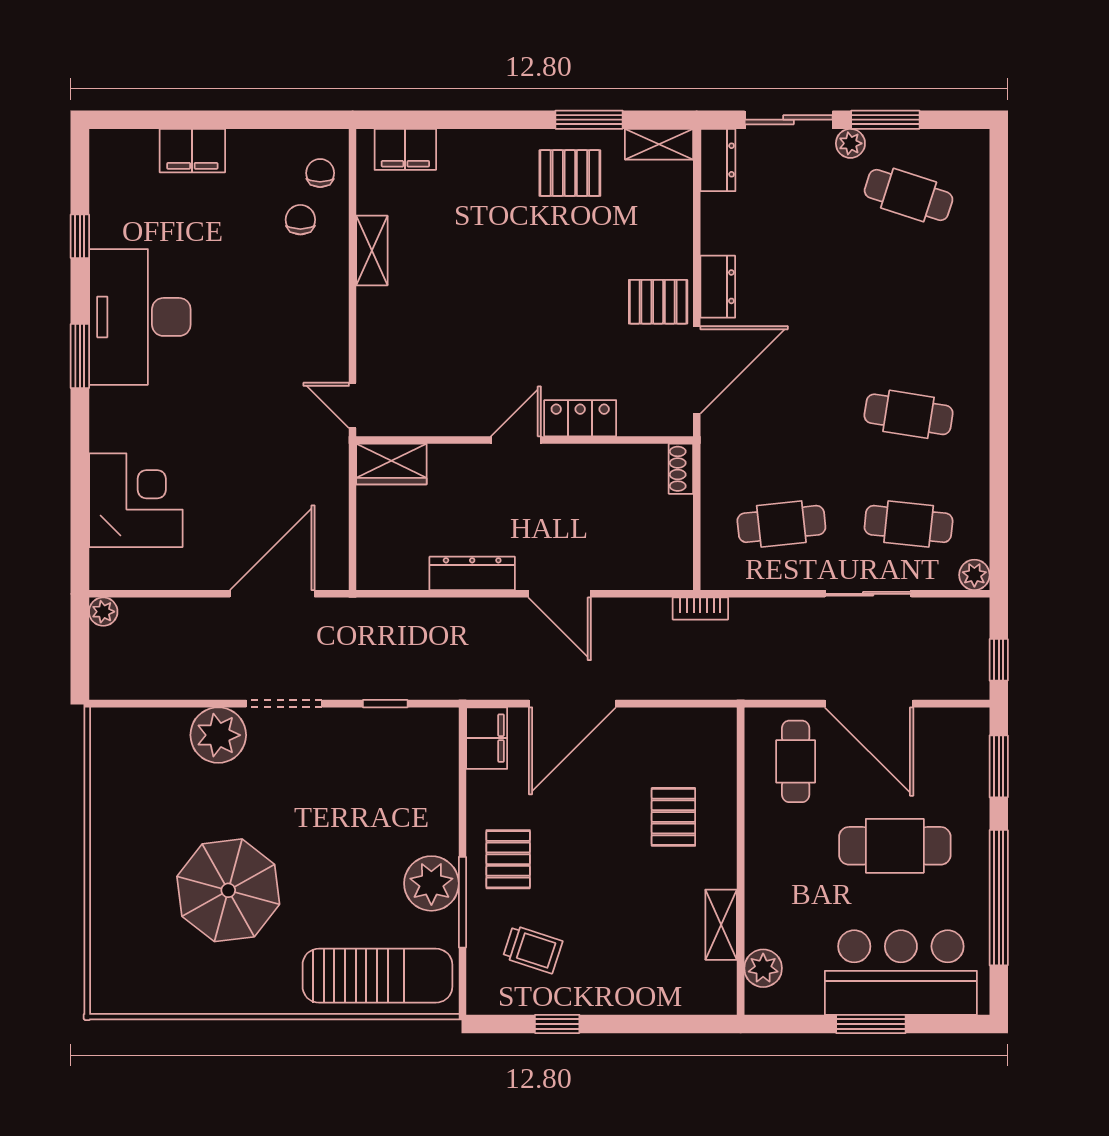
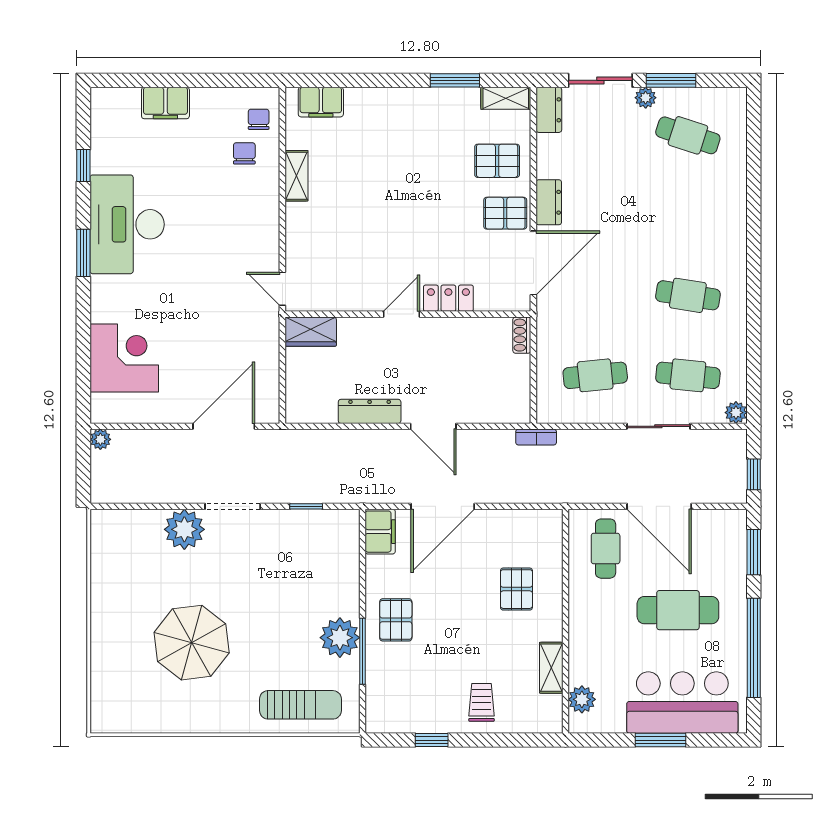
pallet: (570, 173) -> (497, 161), moved
trolley: (533, 949) -> (482, 702), moved, turned -108
sun lounger: (377, 976) -> (300, 705), width x0.73, depth x0.75

